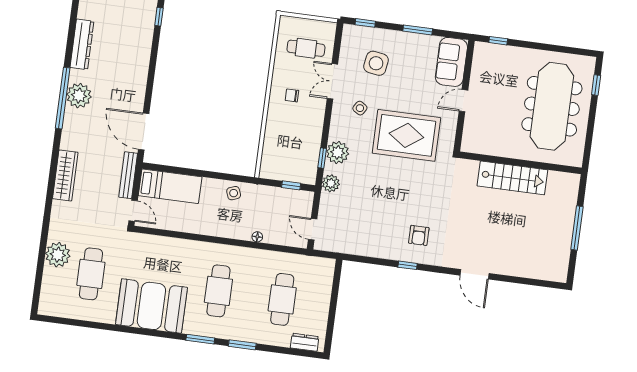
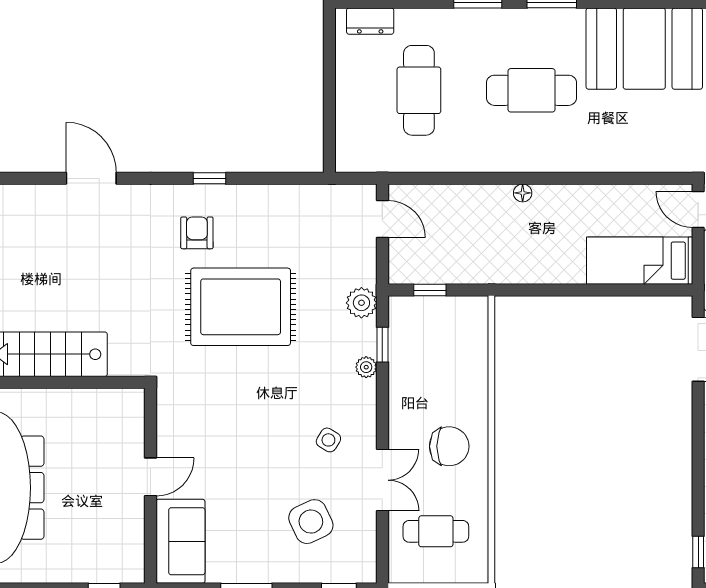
side table: (376, 63) -> (311, 522), turned -34
chair: (292, 95) -> (449, 446), width x1.87, depth x1.87
rug: (406, 135) -> (241, 307), moved
plant: (338, 152) -> (366, 367), width x0.53, depth x0.53
side table: (234, 193) -> (528, 263), removed
floor lamp: (257, 237) -> (523, 193), moved
cafe table: (218, 291) -> (532, 90), turned 90

